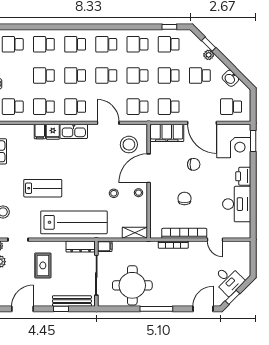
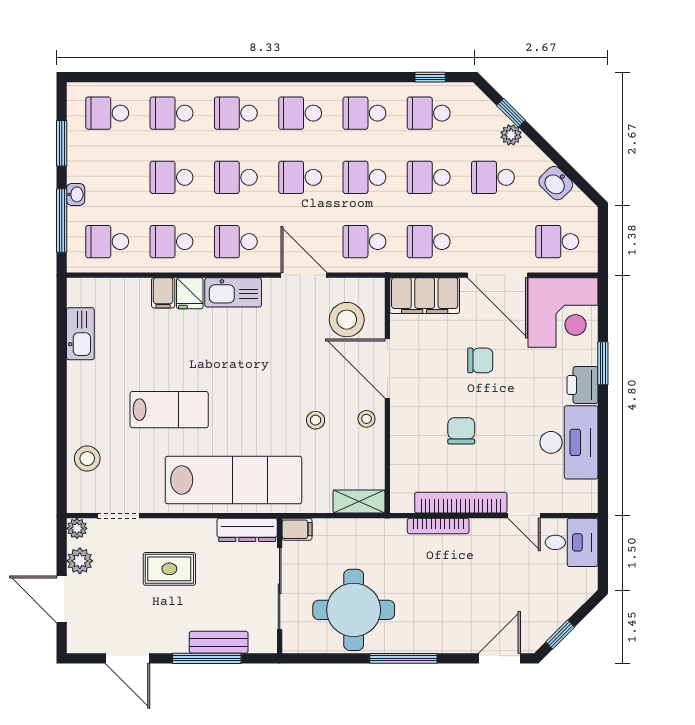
window: (253, 141) -> (603, 363), moved
door: (149, 168) -> (387, 368), hinge flipped
rug: (43, 265) -> (169, 569), turned 90
desk: (228, 280) -> (572, 542), moved, turned -45
bench: (72, 301) -> (219, 642), width x0.73
door: (23, 309) -> (127, 658), swing flipped
window: (61, 309) -> (207, 658), width x2.17

